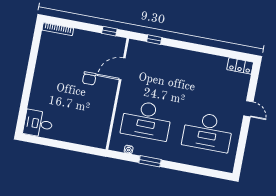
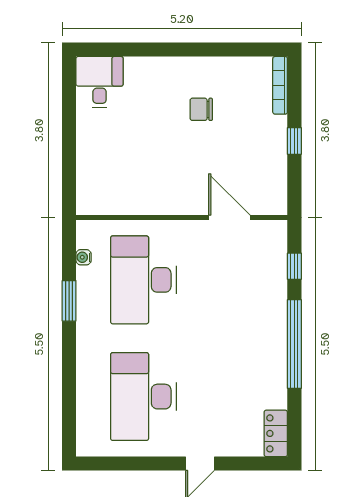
window: (109, 31) -> (294, 141), moved
window: (195, 47) -> (294, 344), added
chair: (89, 78) -> (201, 109), moved

